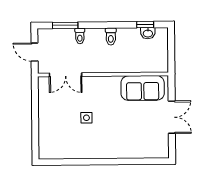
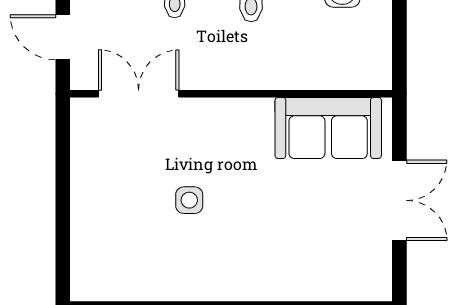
double door: (66, 75) -> (139, 94), swing flipped

